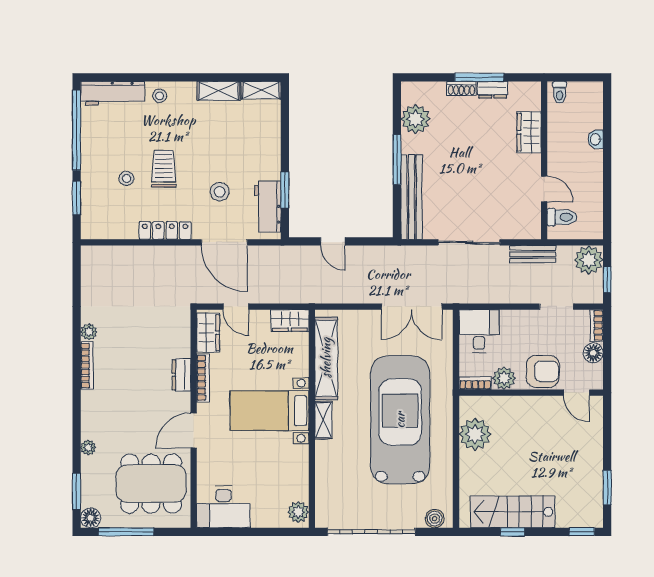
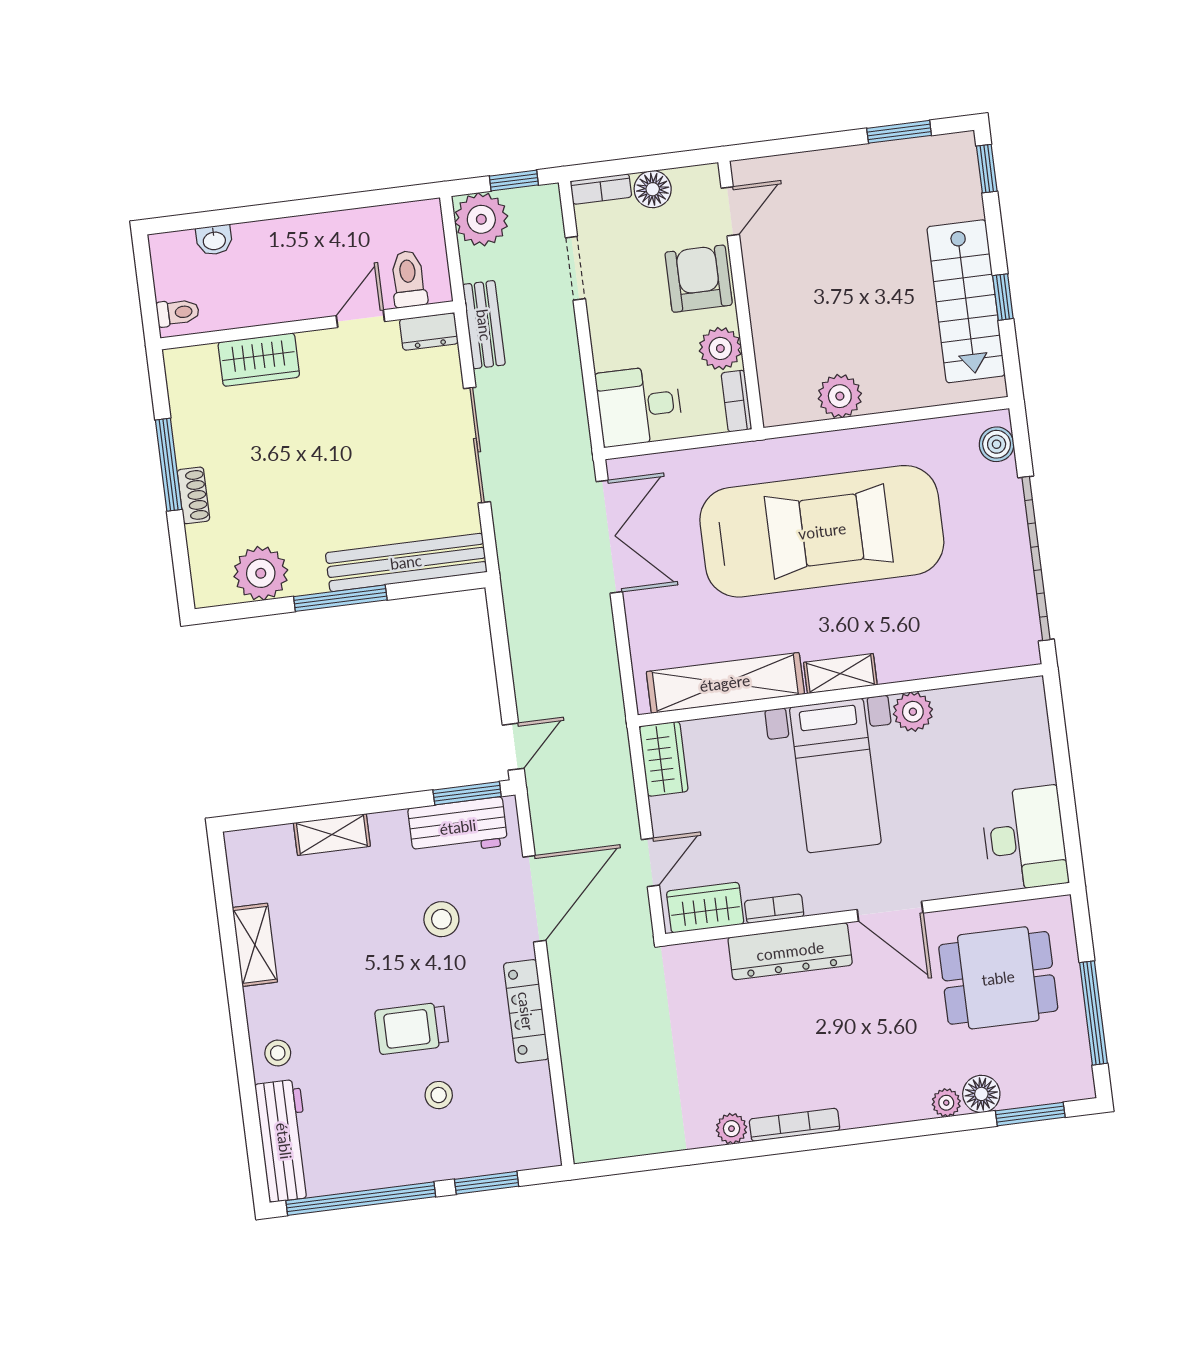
shelving: (261, 90) -> (332, 835), moved, turned 90
dresser: (493, 90) -> (429, 331), moved, turned 90
washbasin: (596, 139) -> (214, 240), moved
window: (285, 190) -> (467, 793), moved
door: (333, 241) -> (513, 747), moved
dresser: (181, 375) -> (790, 951), width x1.96, depth x1.24
bookcase: (203, 378) -> (774, 909), width x0.64
car: (400, 420) -> (822, 531), turned 180
plant: (475, 434) -> (840, 396), width x0.73, depth x0.73
dining table: (151, 484) -> (998, 978), width x0.73
plant: (298, 512) -> (913, 712), moved
floor lamp: (91, 518) -> (981, 1094), moved

